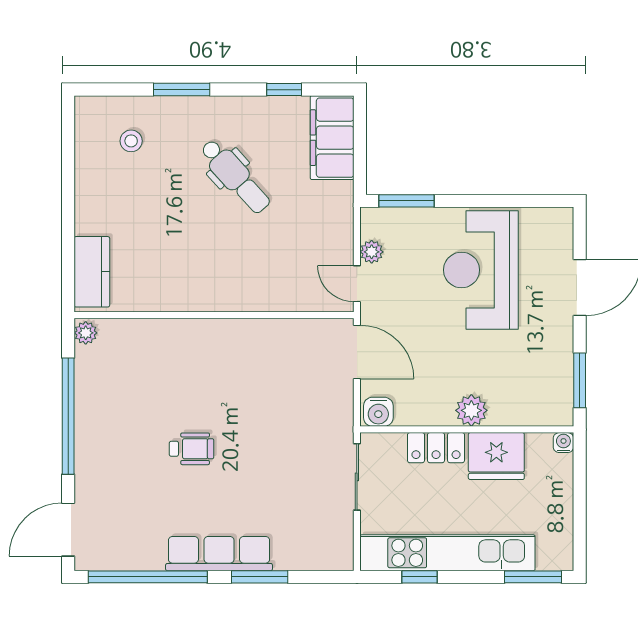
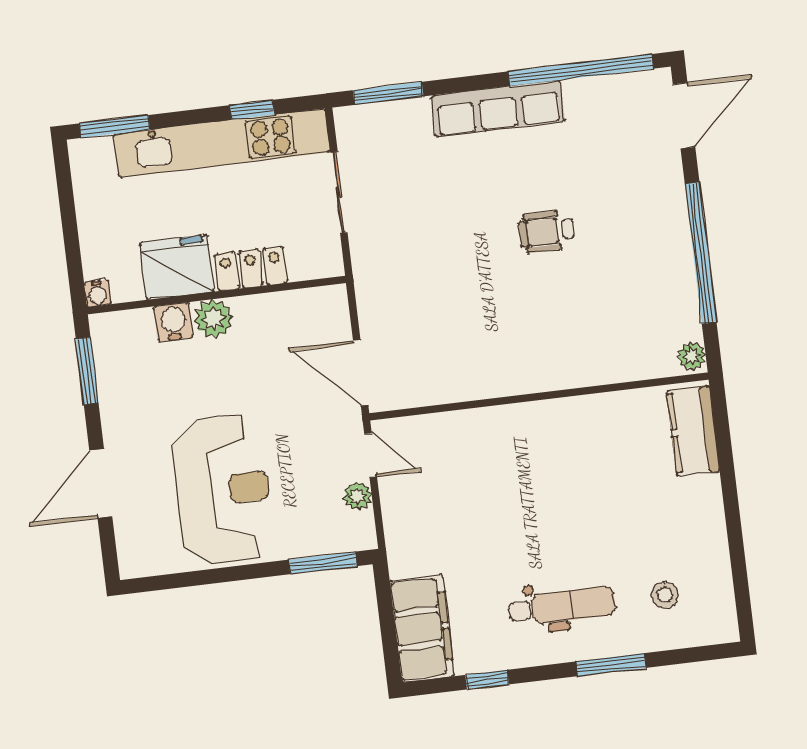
dental chair: (235, 176) -> (562, 606), moved, turned 132
water cooler: (378, 412) -> (173, 322), moved
sliding door: (357, 477) -> (339, 192), moved
window: (260, 577) -> (388, 93), moved

